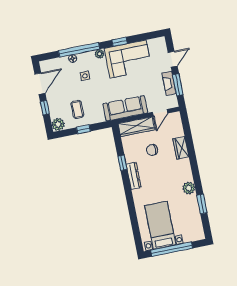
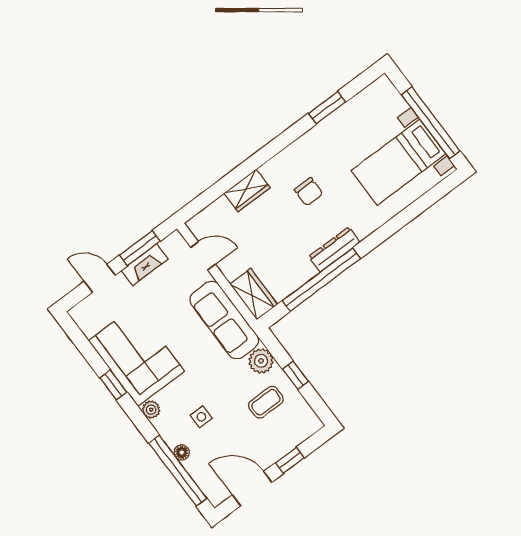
window: (79, 50) -> (178, 471), moved
plant: (58, 124) -> (261, 361), moved
wardrobe: (136, 127) -> (254, 294), width x0.67
chair: (152, 150) -> (309, 192), moved
window: (122, 163) -> (321, 280), width x3.17
plant: (189, 188) -> (310, 143), removed

